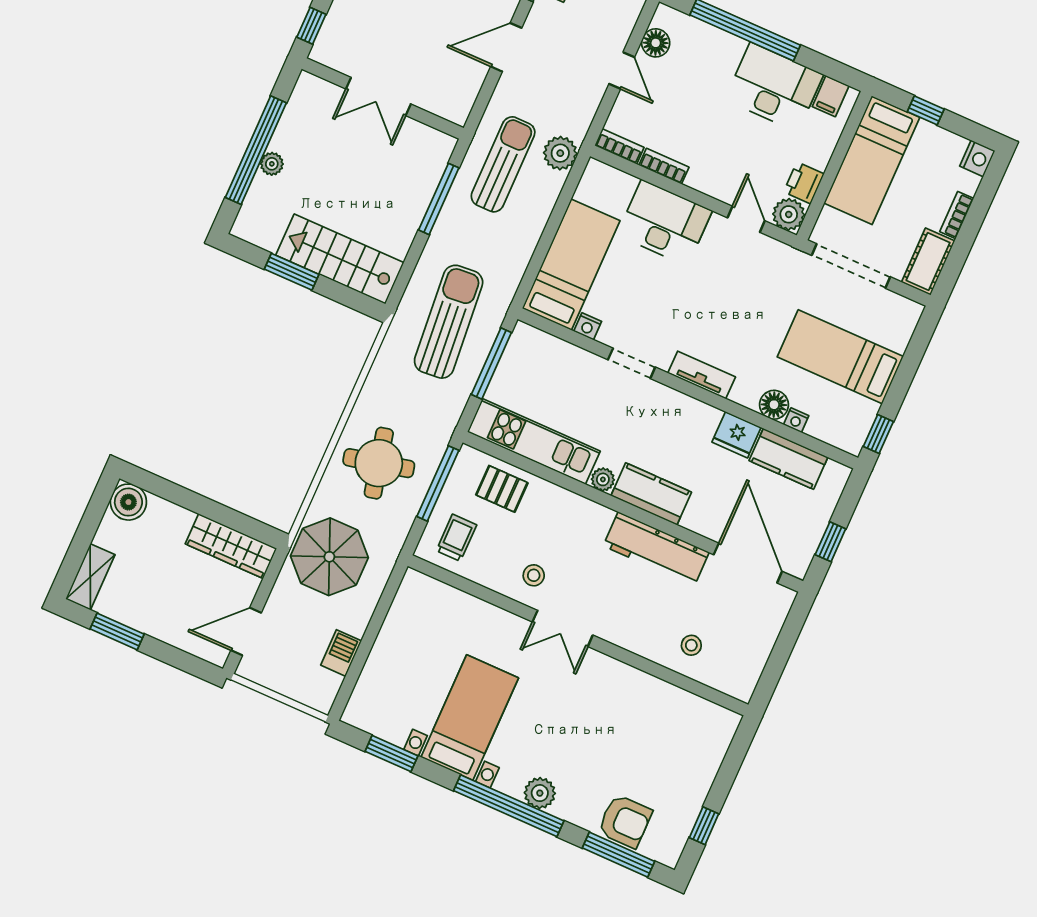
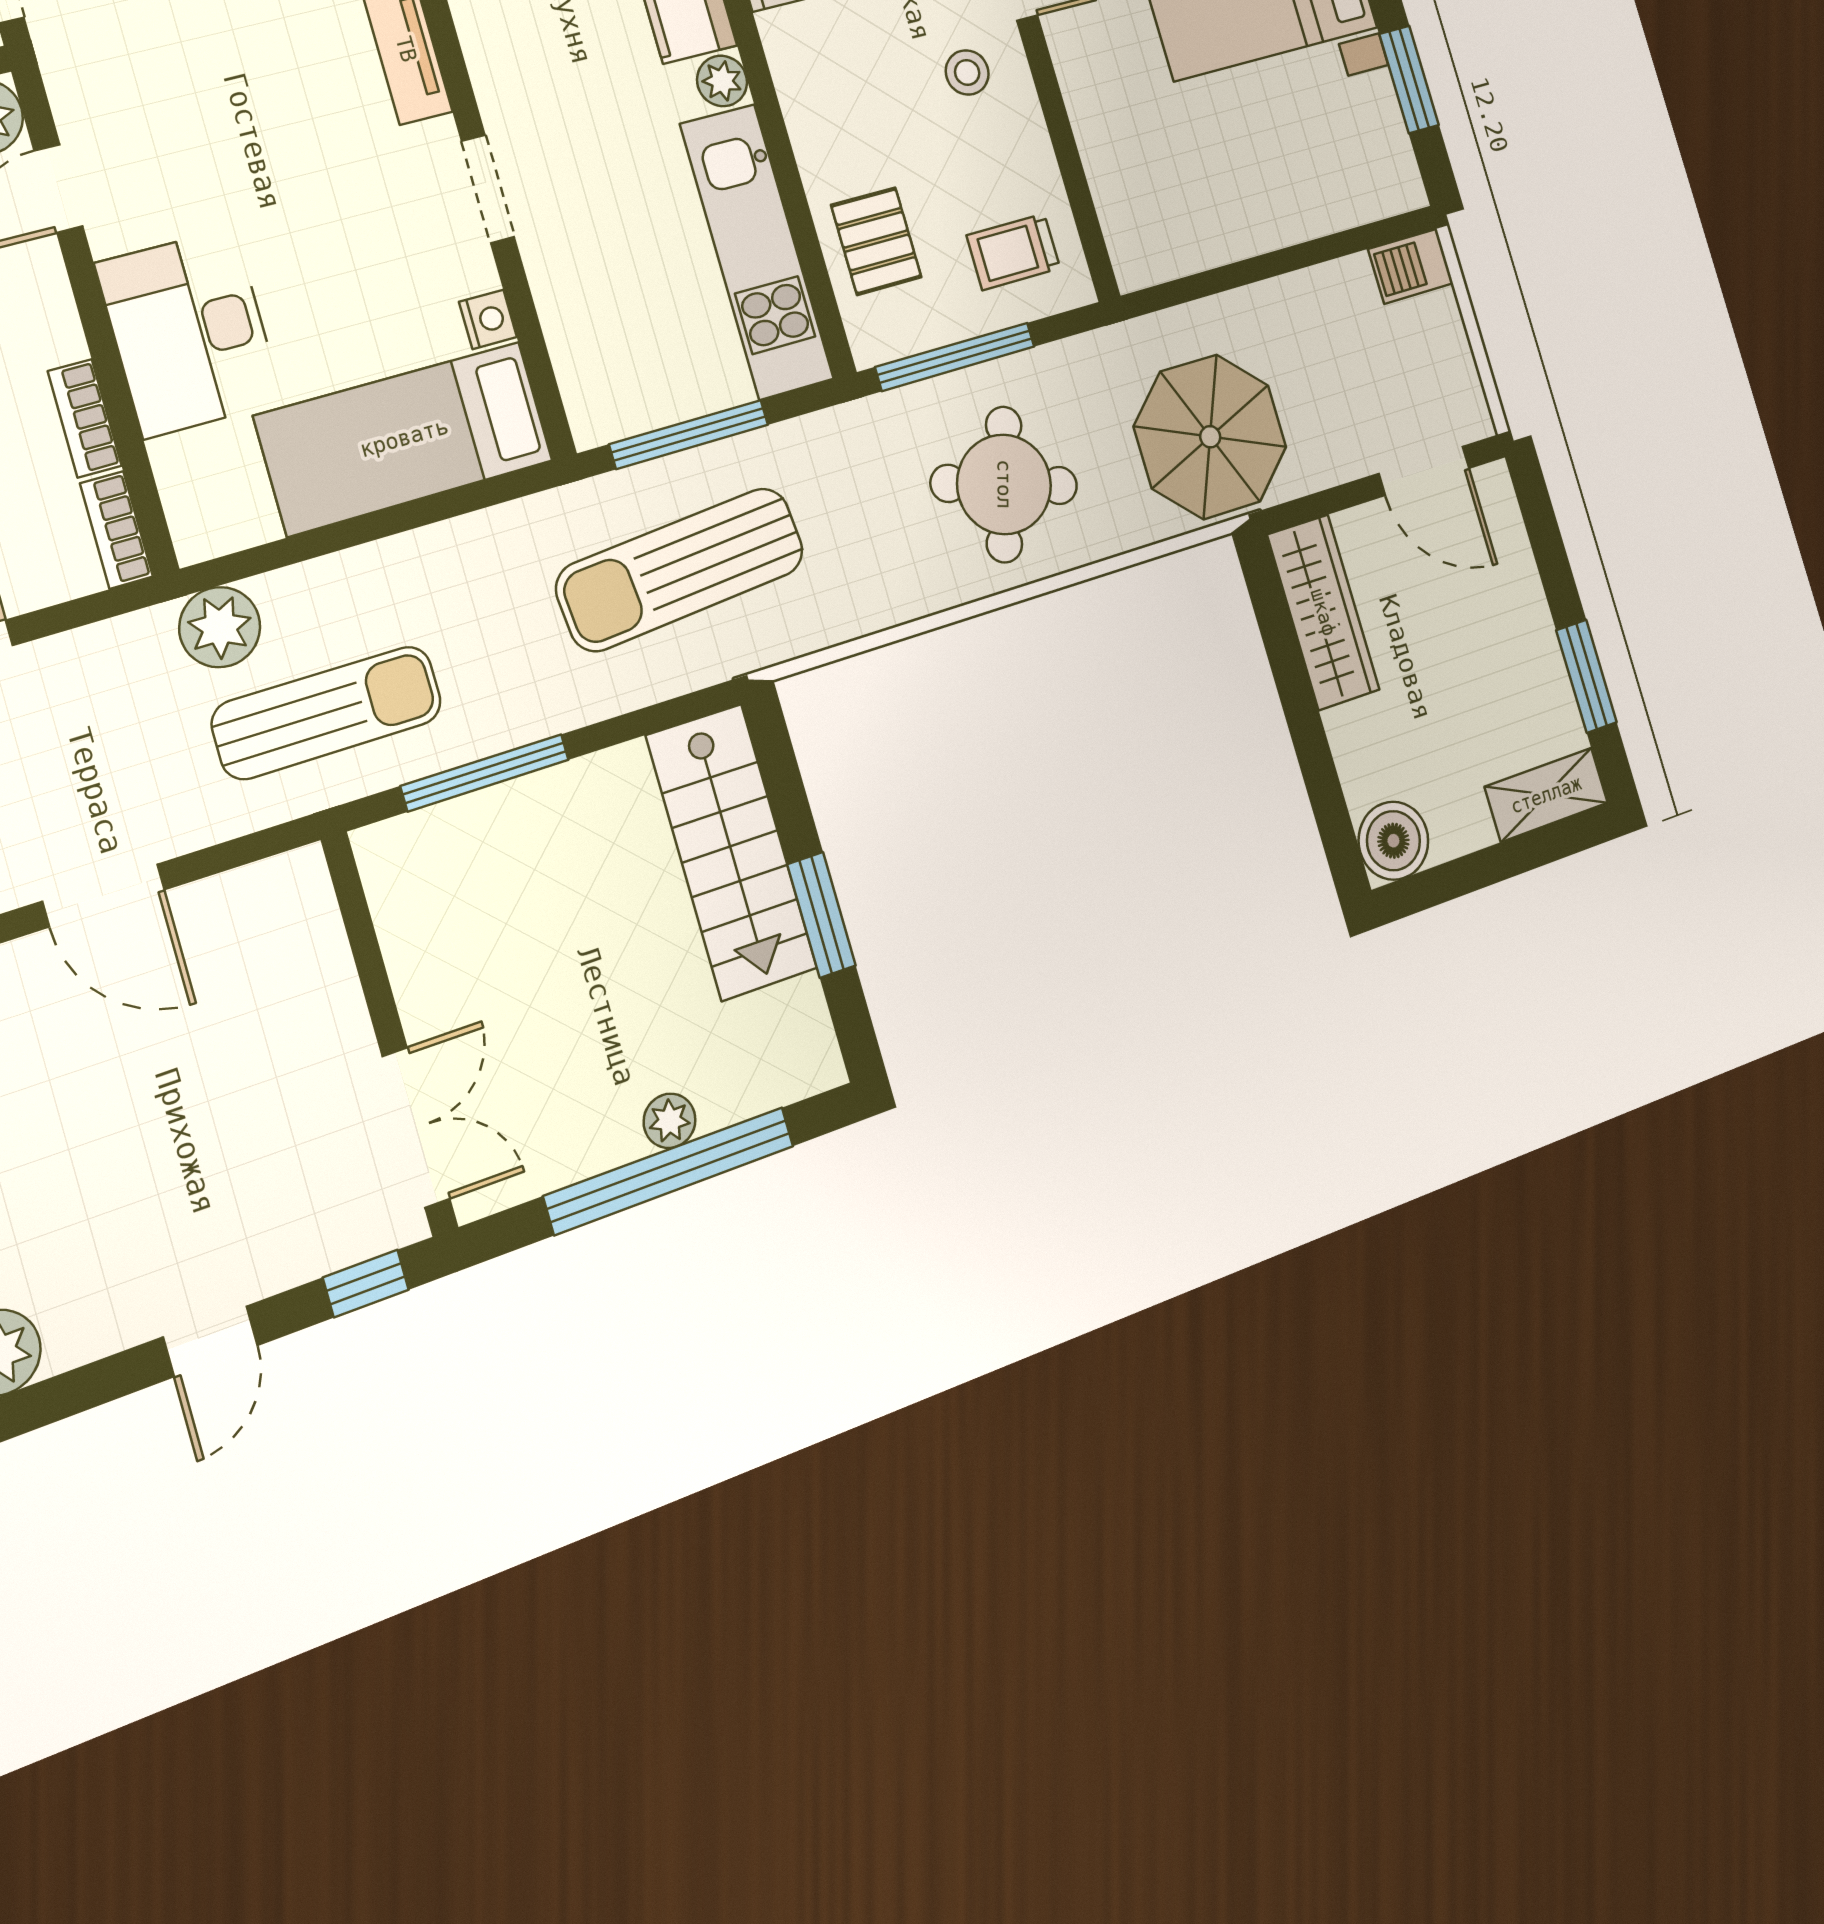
double door: (378, 96) -> (416, 1128), moved
sun lounger: (503, 164) -> (327, 713), turned 180
round table: (379, 463) -> (1004, 484), turned 30
barbecue: (341, 653) -> (1411, 266), moved

